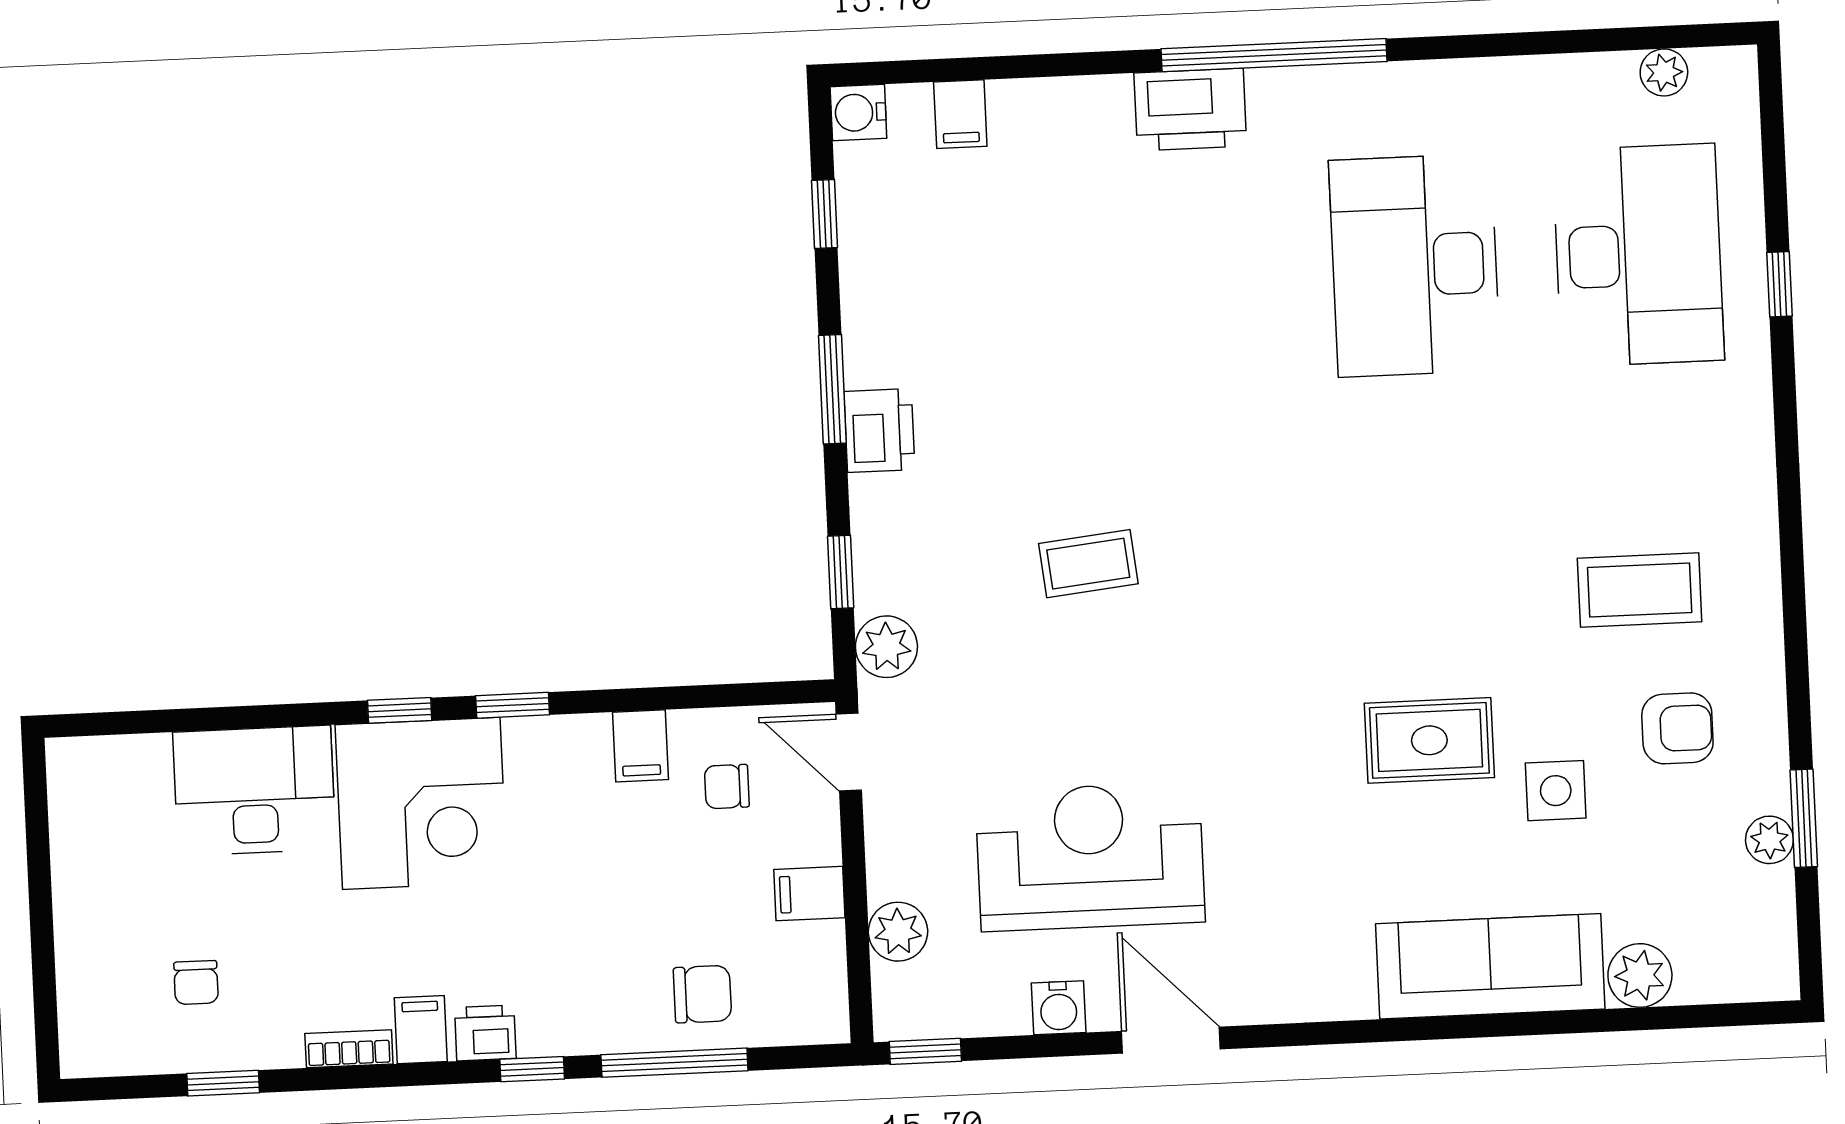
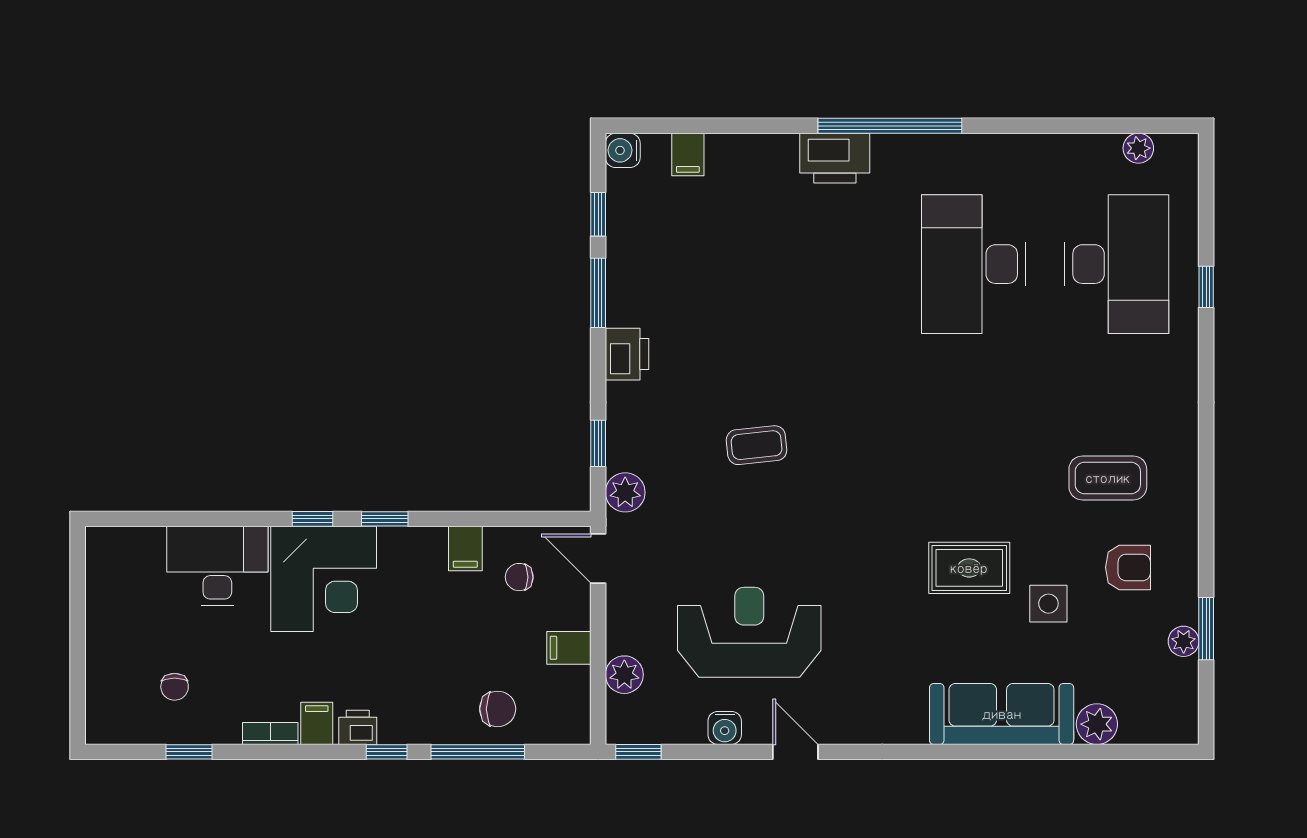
window: (832, 389) -> (598, 293), moved
door: (1171, 1040) -> (795, 752), width x0.73

